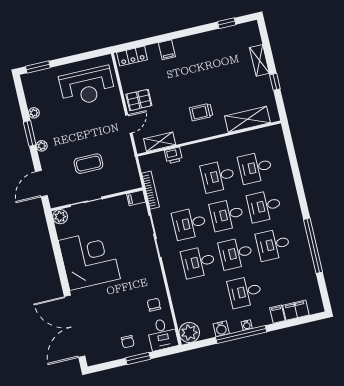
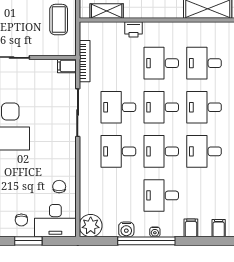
printer: (173, 155) -> (133, 29), moved
coffee table: (88, 164) -> (59, 20), moved, turned 90
filing cabinet: (296, 310) -> (219, 228), width x0.50
desk: (162, 334) -> (55, 221), width x1.37

